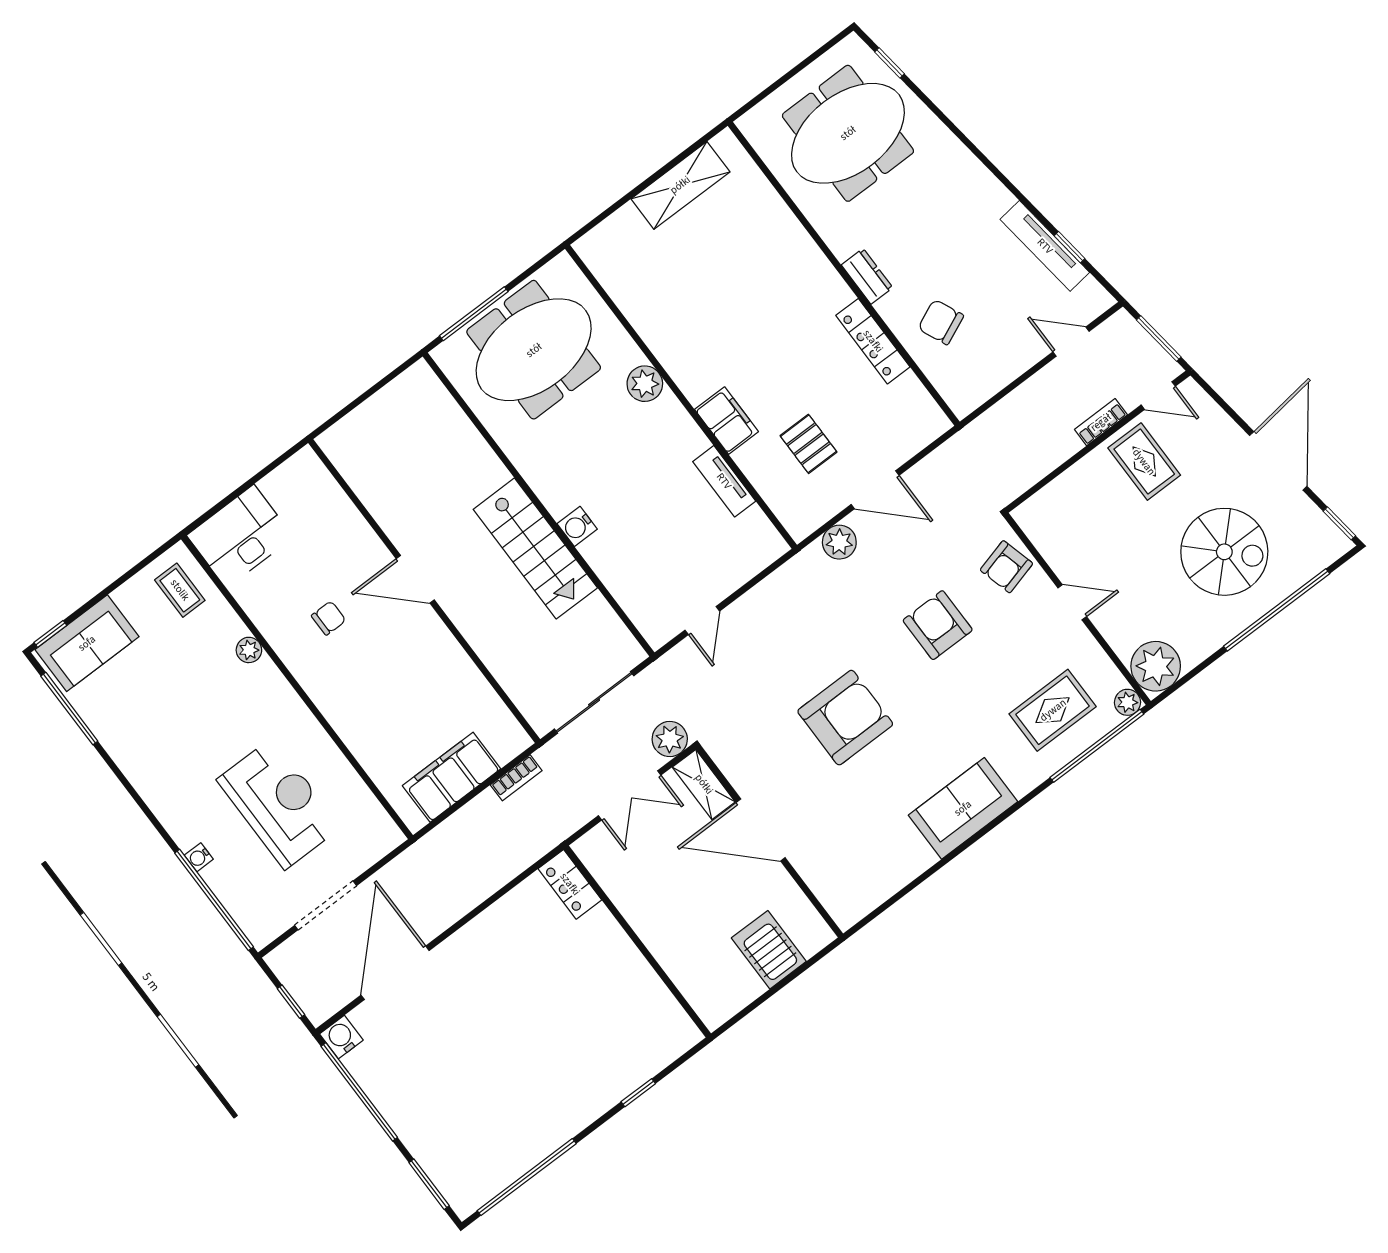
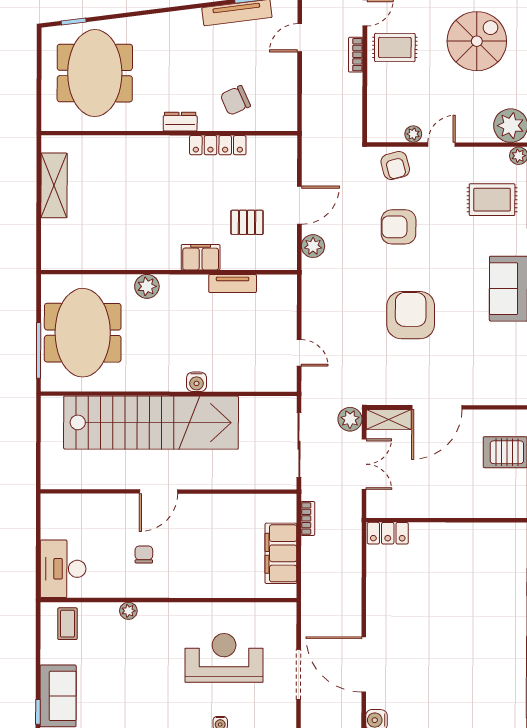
stairs: (535, 549) -> (151, 423), width x1.86, depth x1.51
plant: (1059, 560) -> (413, 134), added
coffee table: (180, 590) -> (68, 624), turned 90
rug: (1053, 710) -> (492, 200), turned 90

